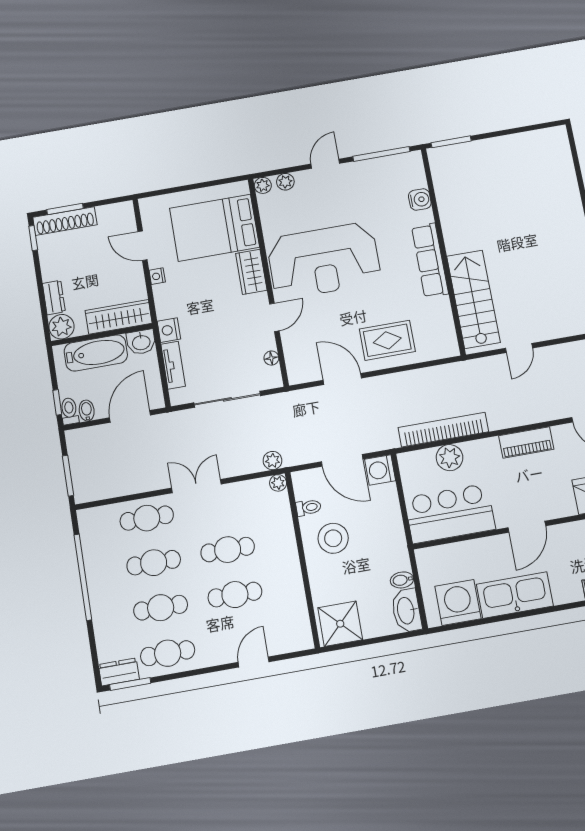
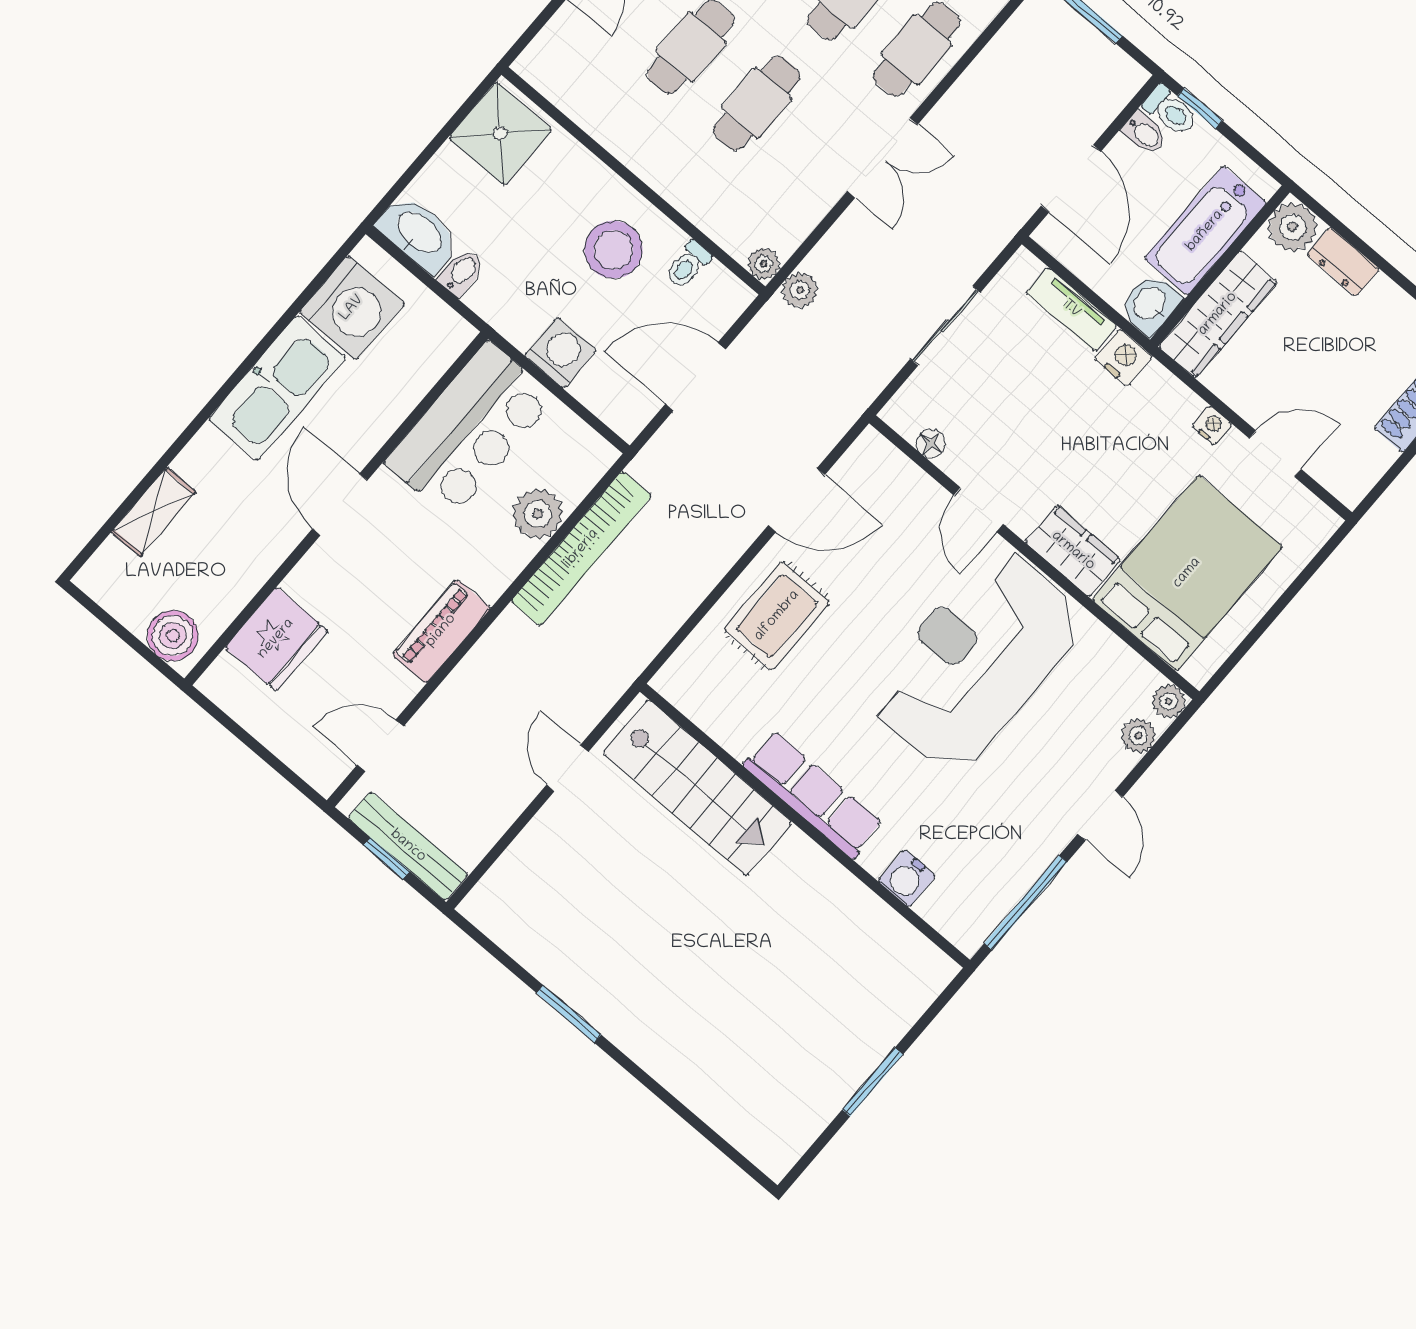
window: (451, 142) -> (873, 1082), moved
sliding door: (227, 399) -> (945, 326), width x0.73
washing machine: (380, 470) -> (561, 353), moved

